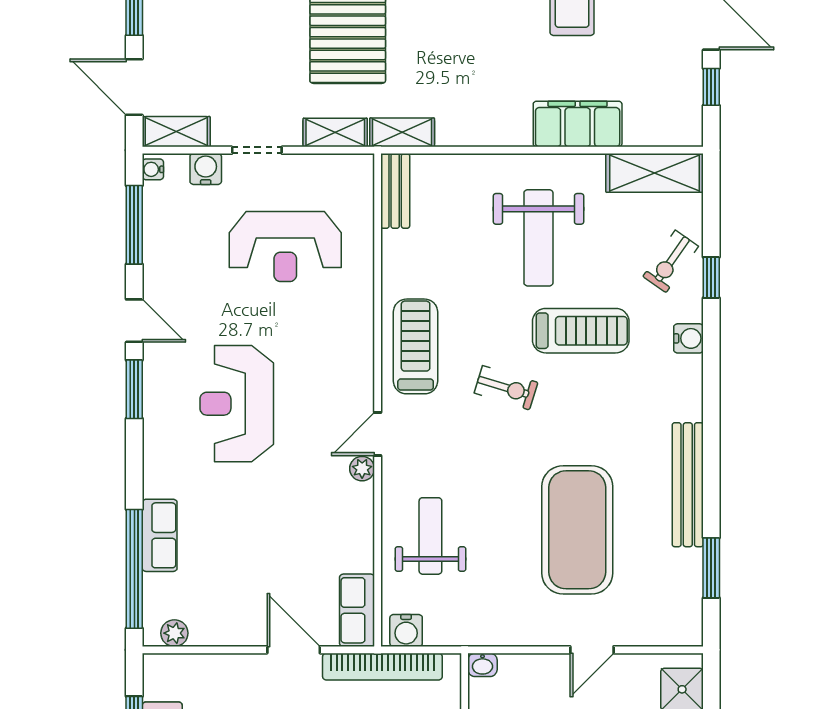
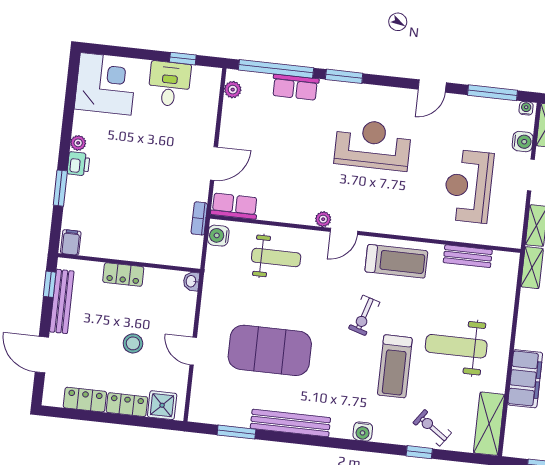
bench: (395, 191) -> (468, 256), moved
water cooler: (689, 338) -> (363, 431), moved
window: (134, 389) -> (344, 76), moved
door: (378, 434) -> (344, 231), swing flipped
bookcase: (382, 667) -> (199, 218), width x0.43, depth x0.76

